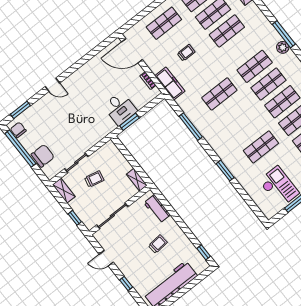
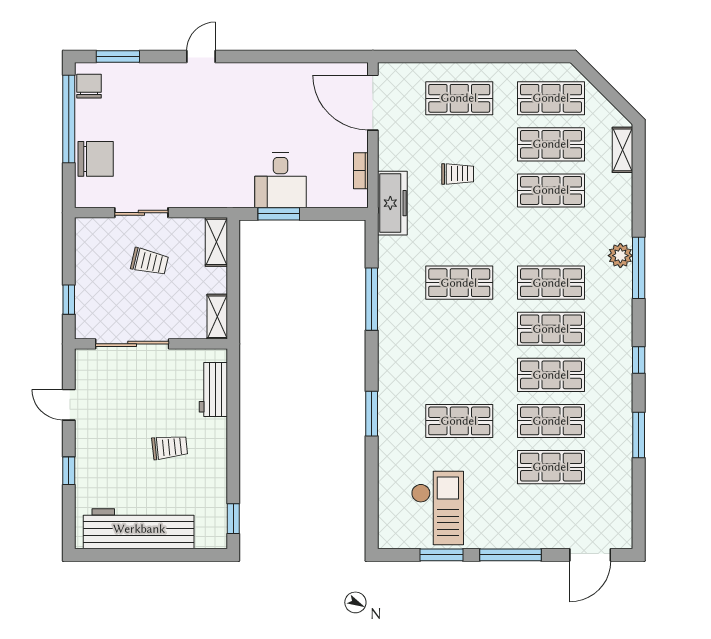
plant: (283, 47) -> (620, 256), moved
door: (52, 85) -> (201, 57), swing flipped
shelving: (64, 191) -> (216, 242), moved

